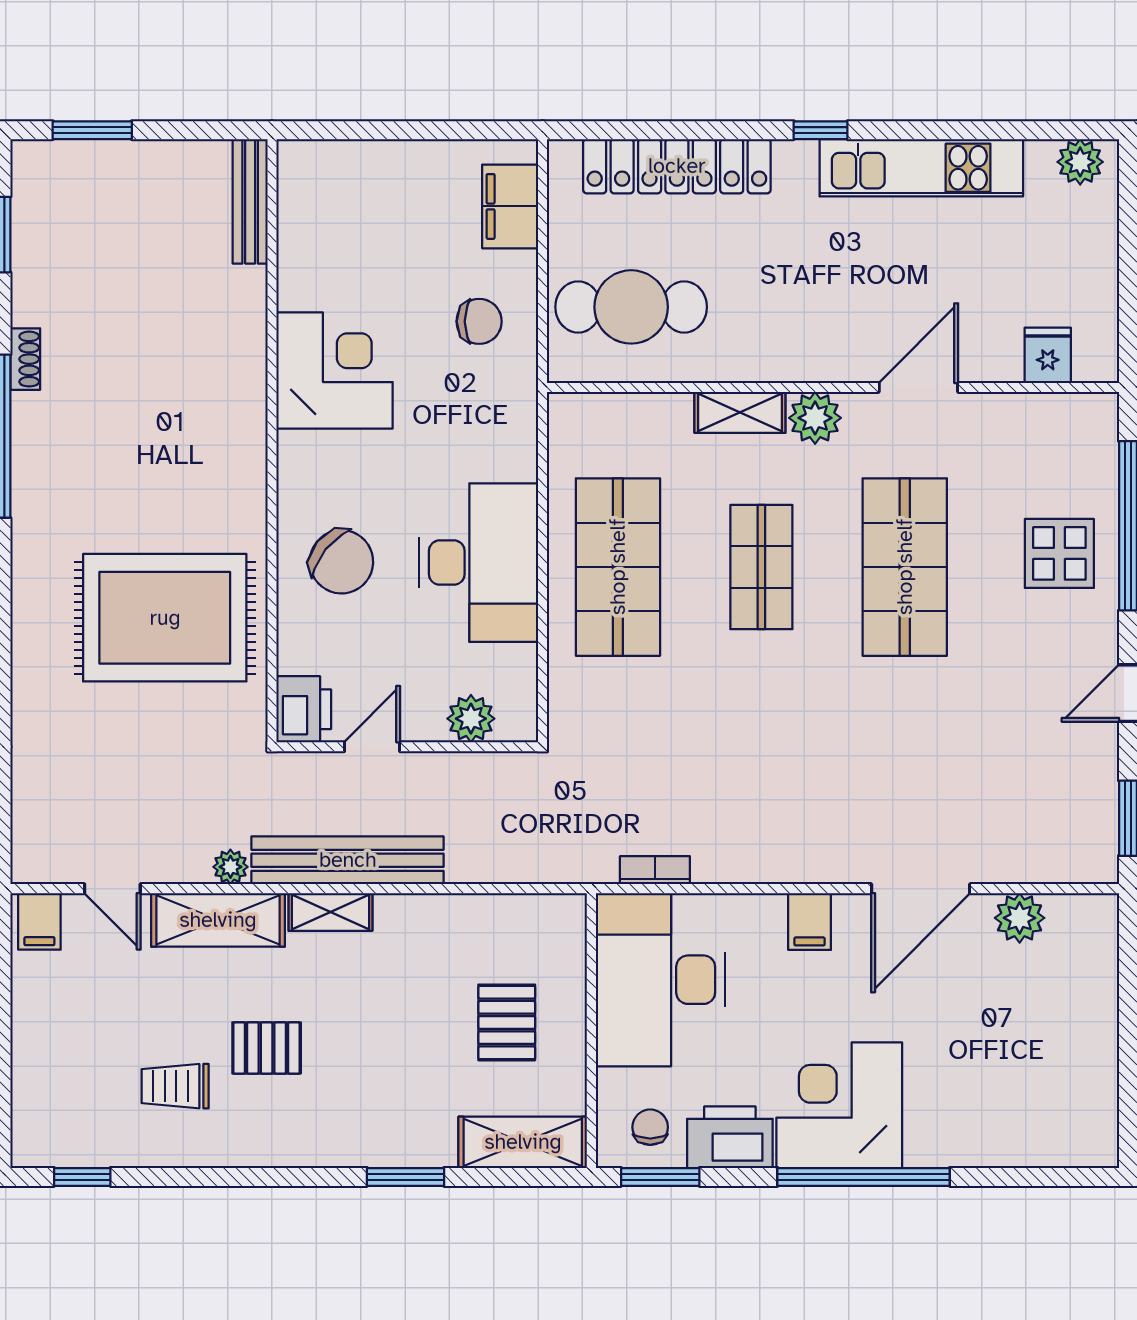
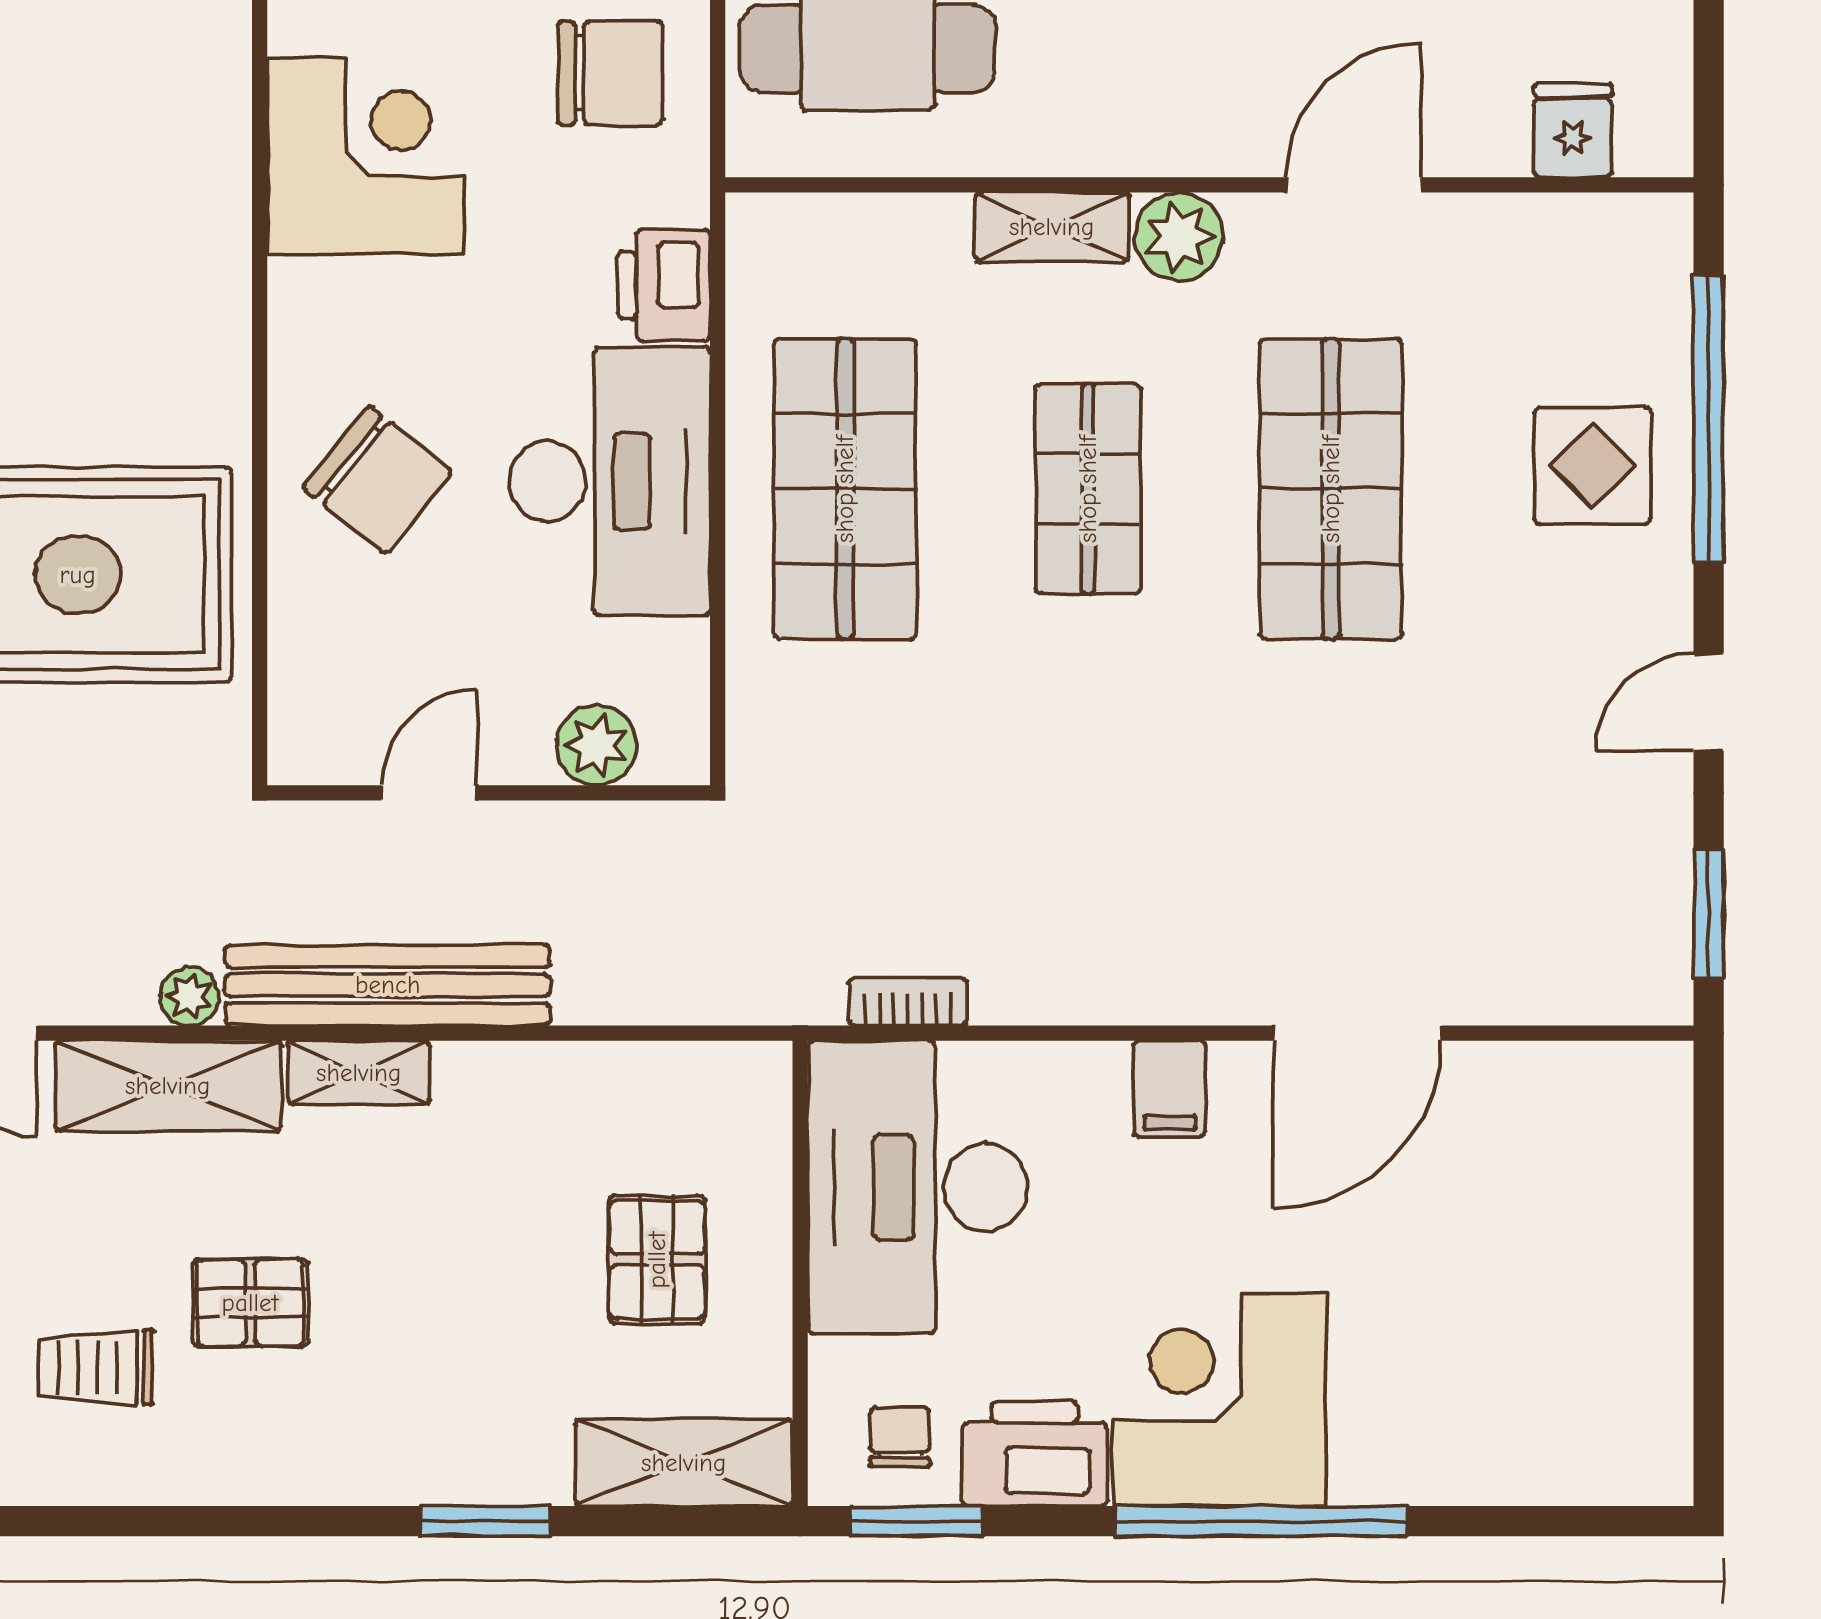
chair: (479, 321) -> (610, 73), width x1.37, depth x1.37
printer: (304, 709) -> (664, 285), moved, turned 180
plant: (1020, 918) -> (1525, 1083), removed

